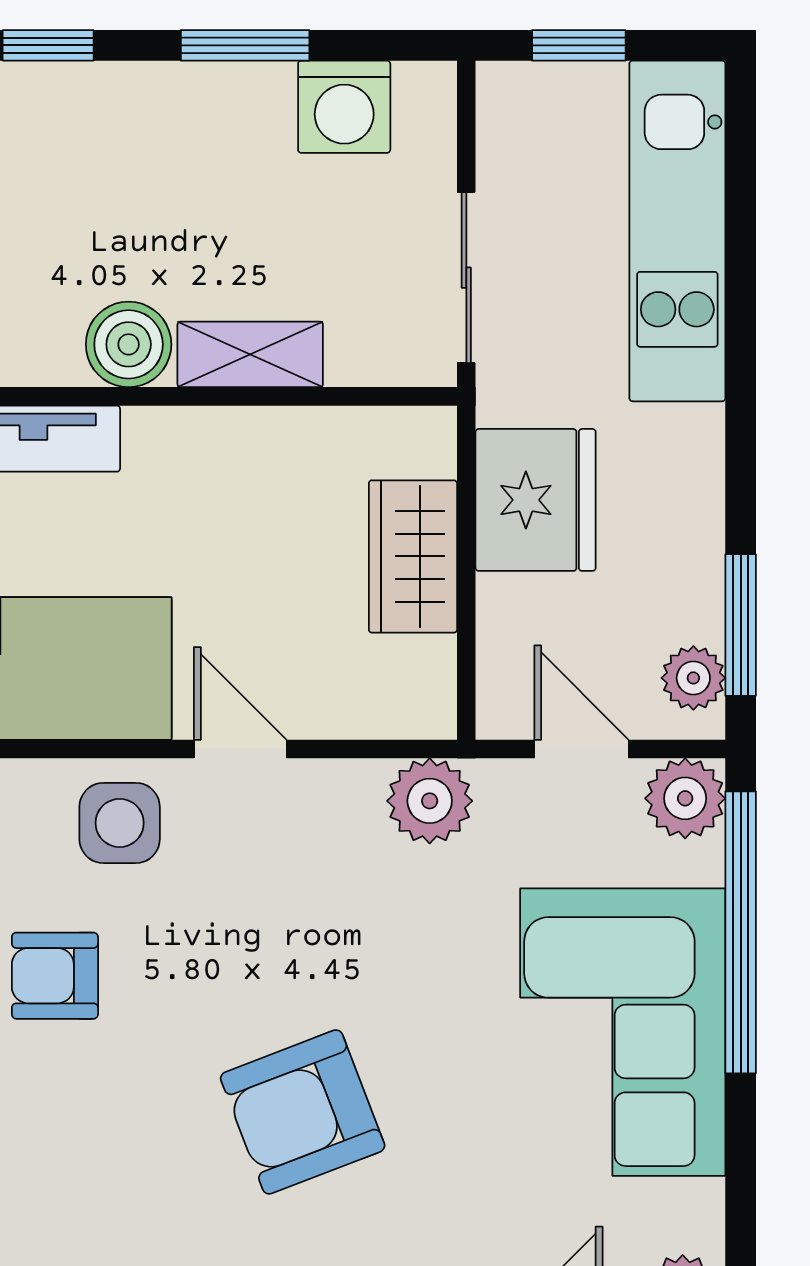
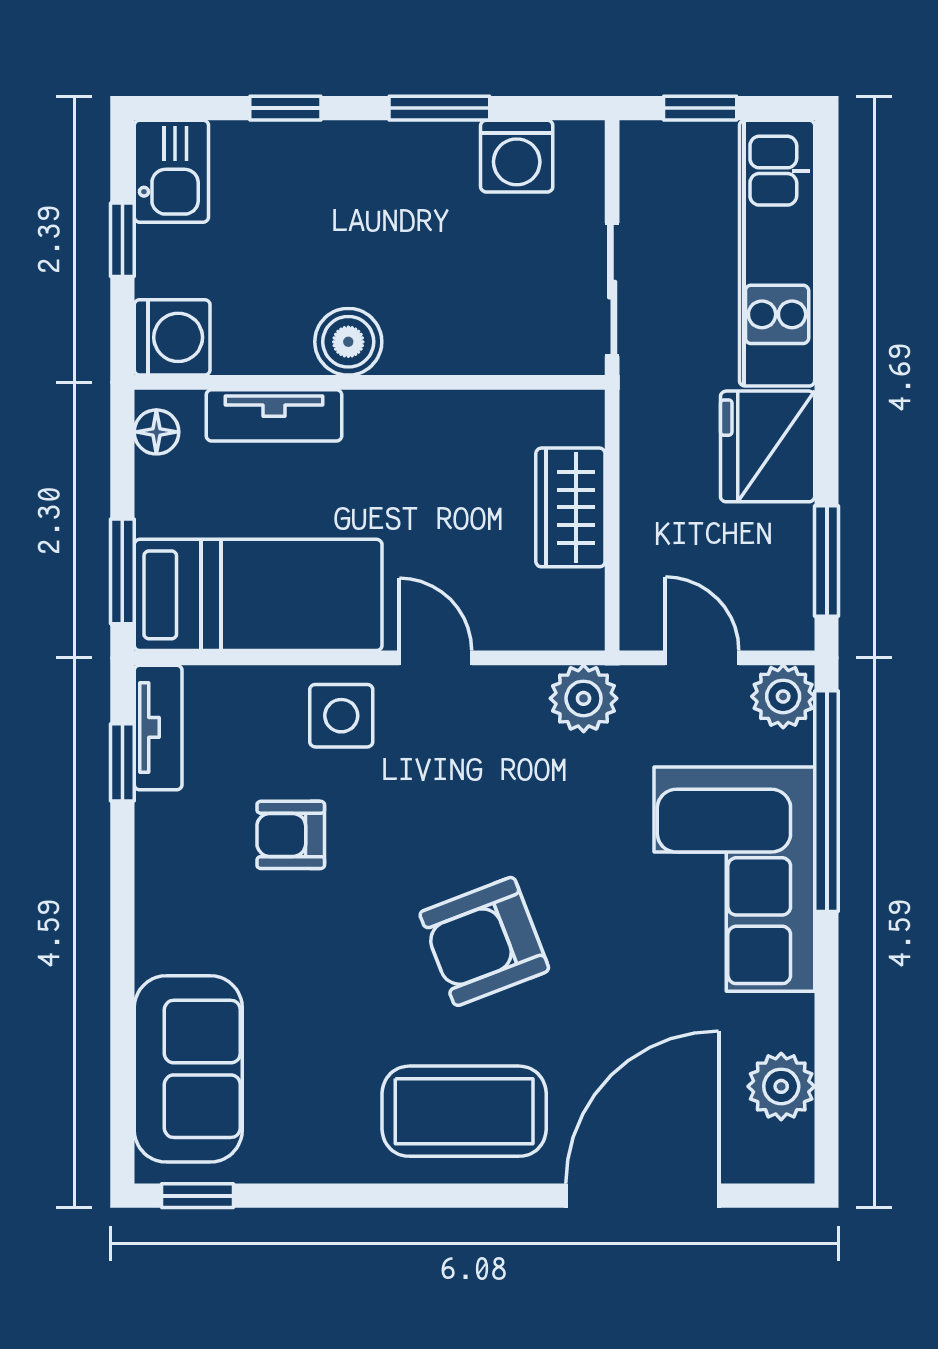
shelving: (250, 354) -> (443, 350), removed
fridge: (536, 500) -> (768, 446), moved, turned 180
plant: (693, 678) -> (790, 602), removed

